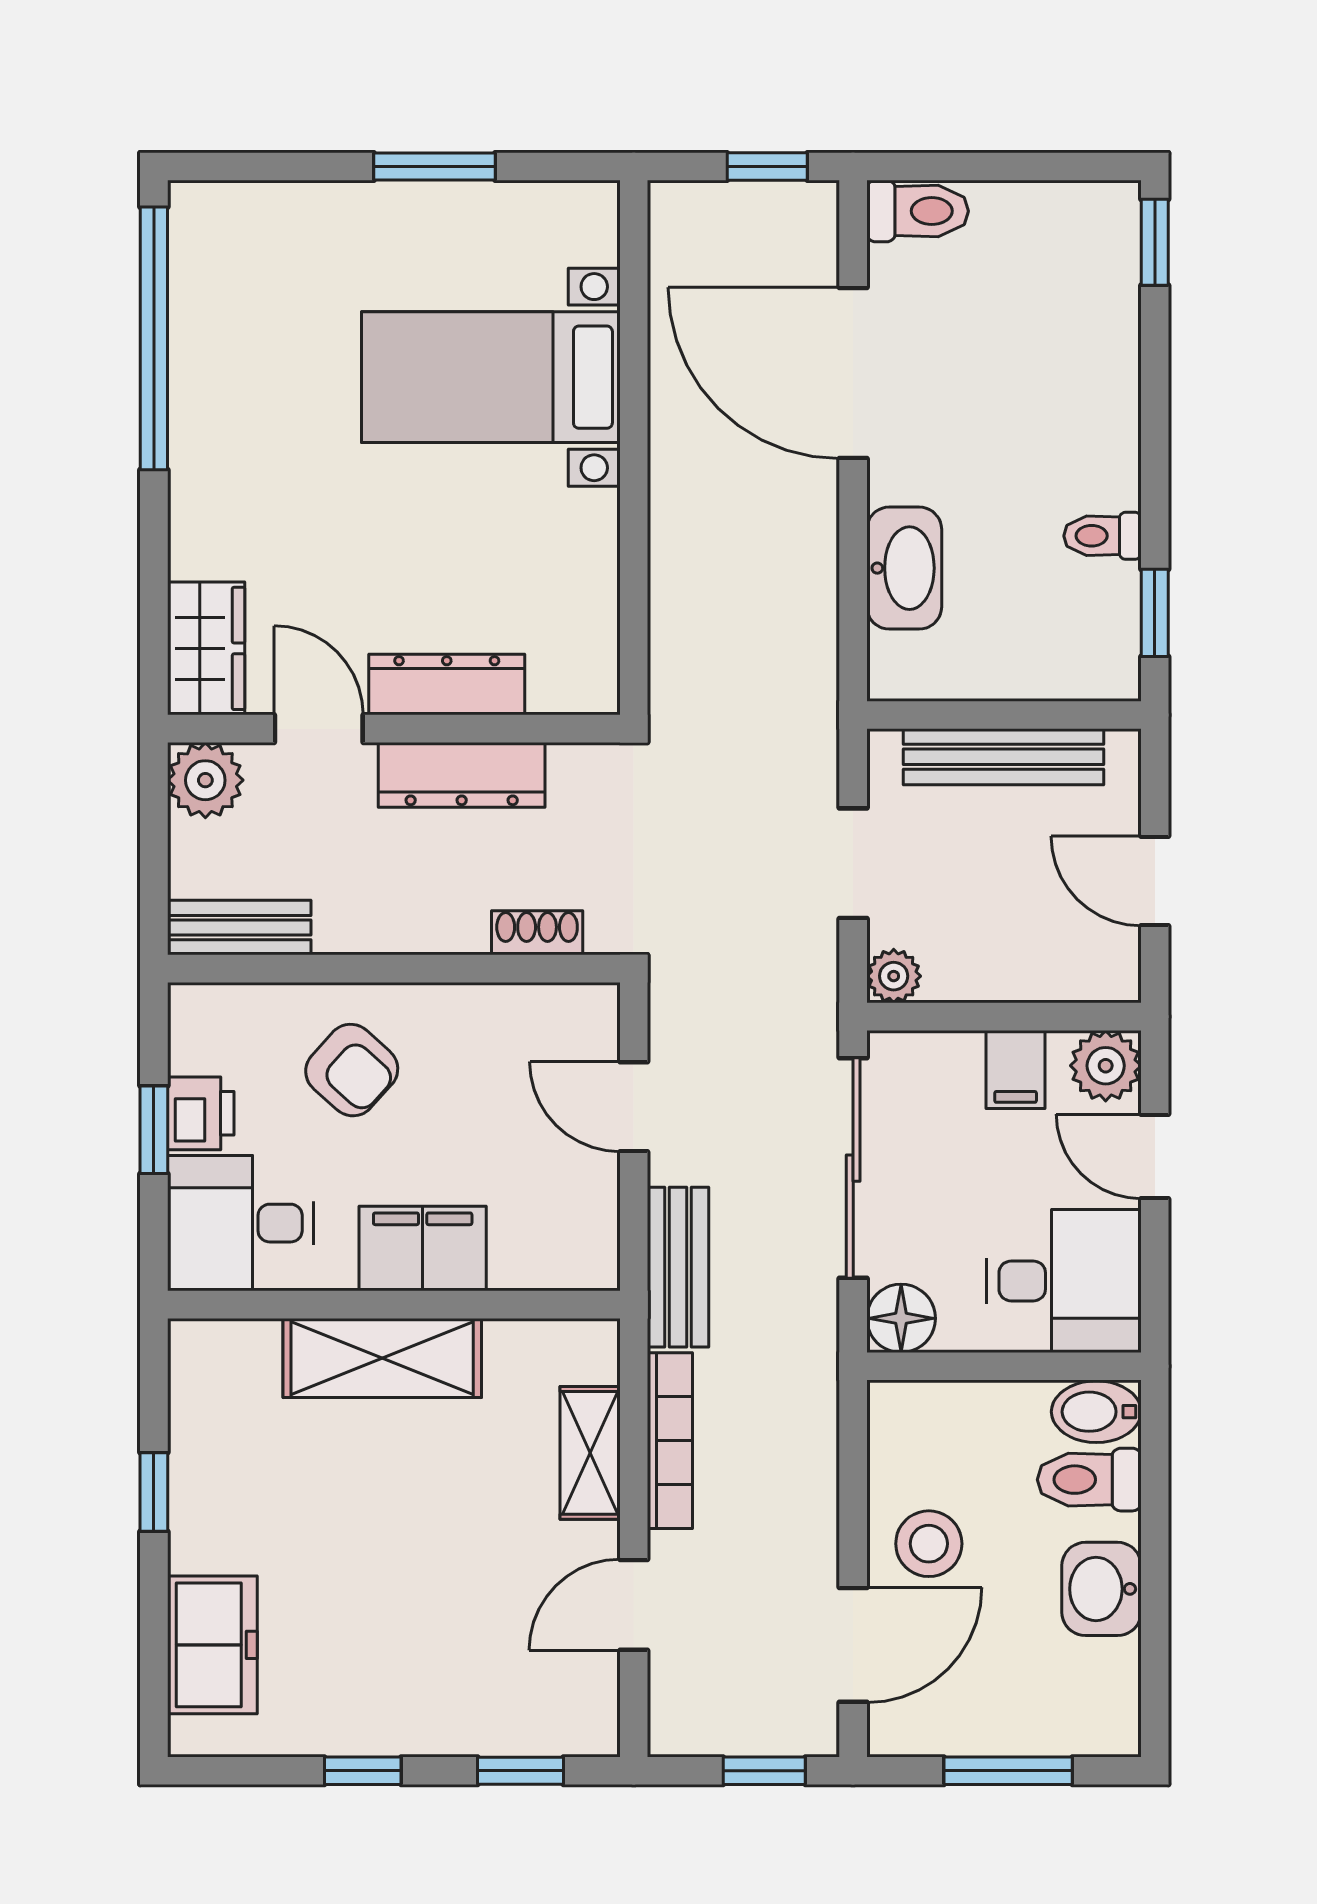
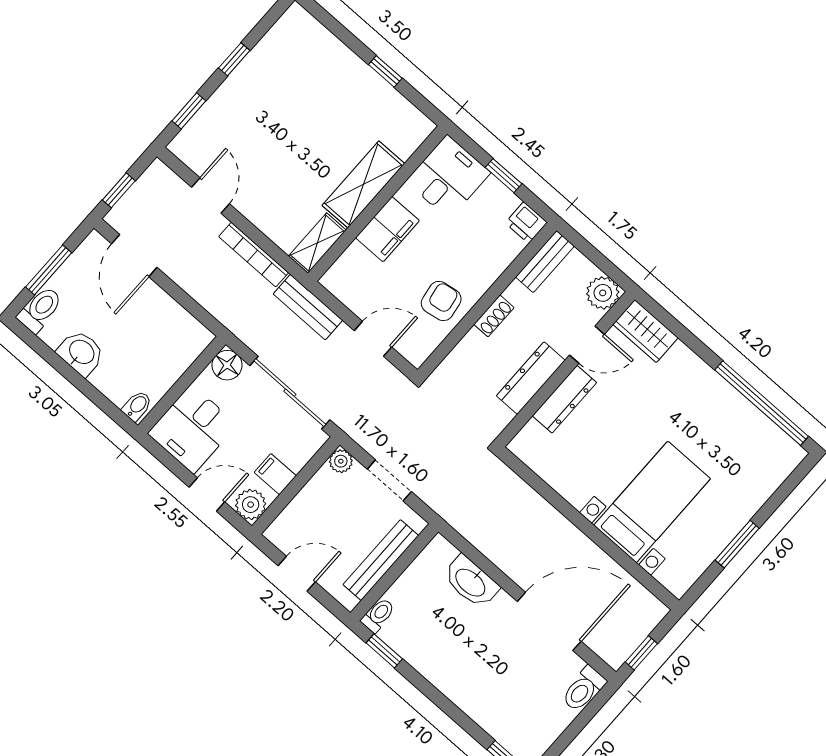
toilet: (1102, 536) -> (378, 615), moved
shoe rack: (537, 933) -> (494, 316), moved
armchair: (352, 1070) -> (441, 301), moved, turned 129
printer: (201, 1113) -> (526, 223), moved
bidet: (1096, 1412) -> (137, 406), width x0.72, depth x0.74
shelving: (590, 1453) -> (317, 243), moved, turned 90
toilet: (1089, 1480) -> (40, 309), moved
stool: (929, 1544) -> (146, 309), removed
freezer: (212, 1645) -> (319, 46), removed

